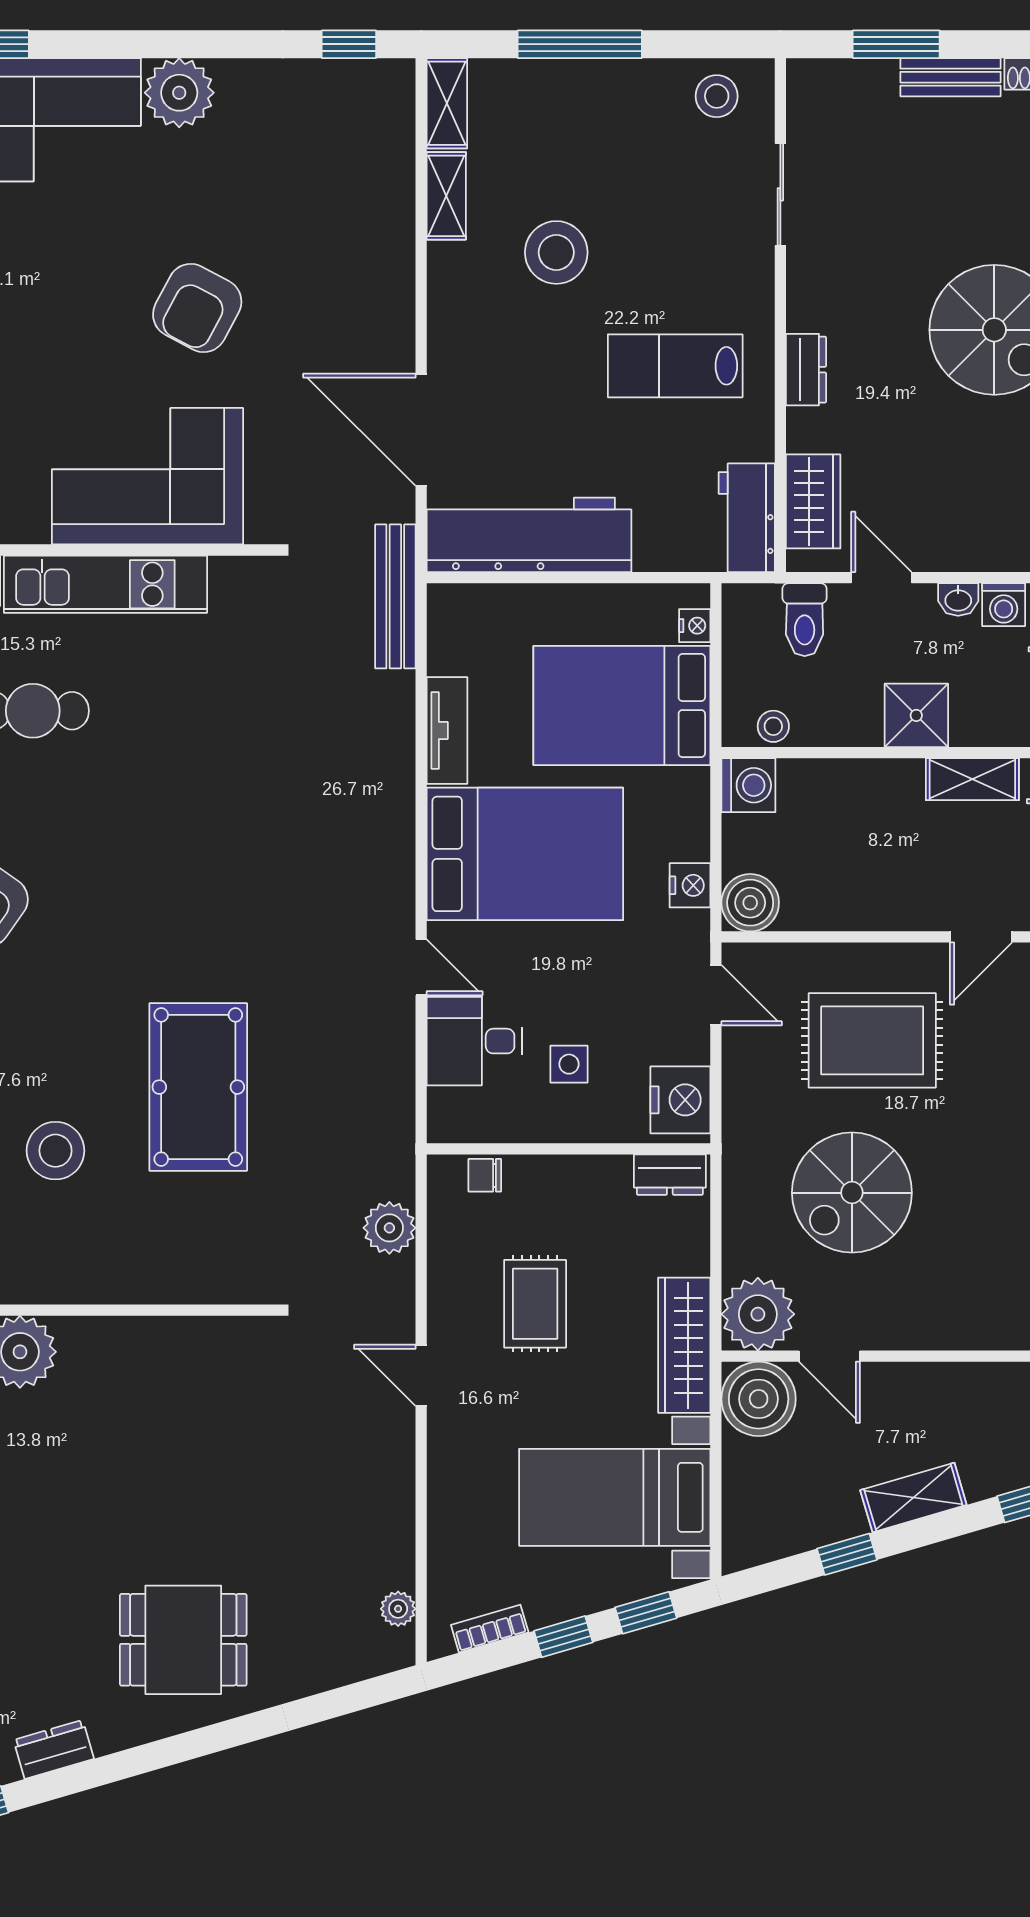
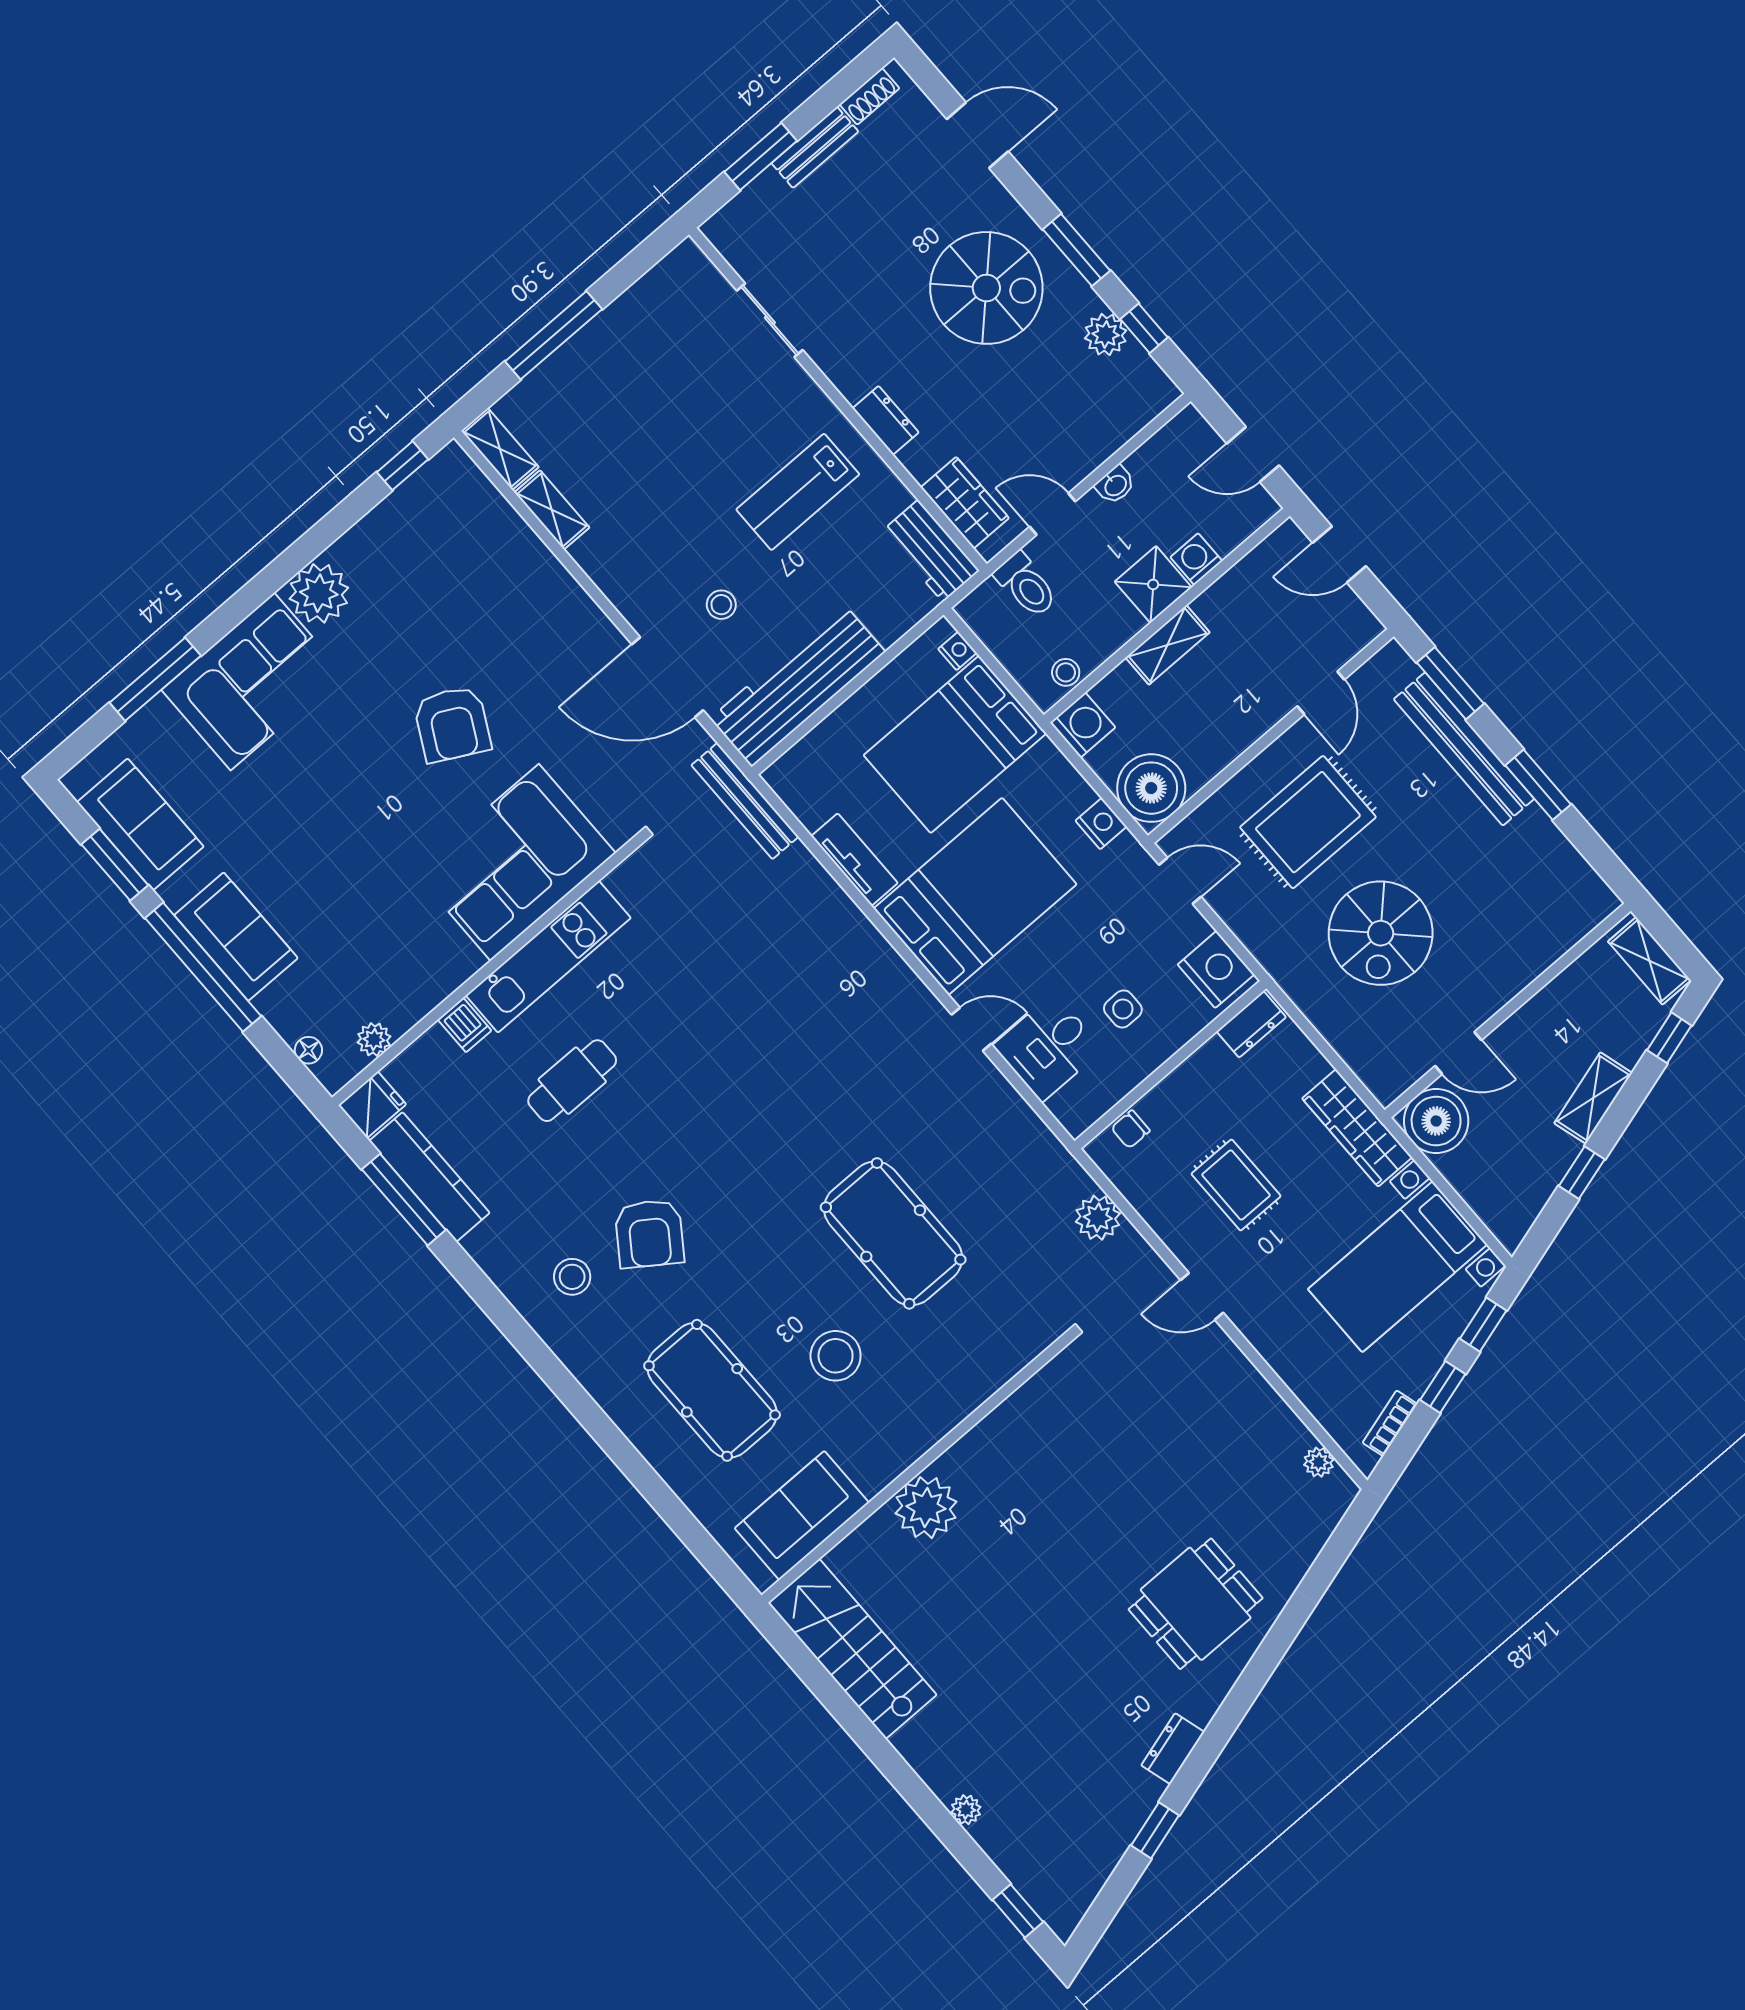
stool: (717, 96) -> (673, 292), removed
stool: (556, 252) -> (721, 605), moved, width x0.53, depth x0.53
washing machine: (1004, 605) -> (1196, 559), moved, turned 180
shelving: (972, 779) -> (1168, 645), moved
boiler: (750, 903) -> (1151, 788), width x1.37, depth x1.37
plant: (758, 1314) -> (1388, 1066), removed

